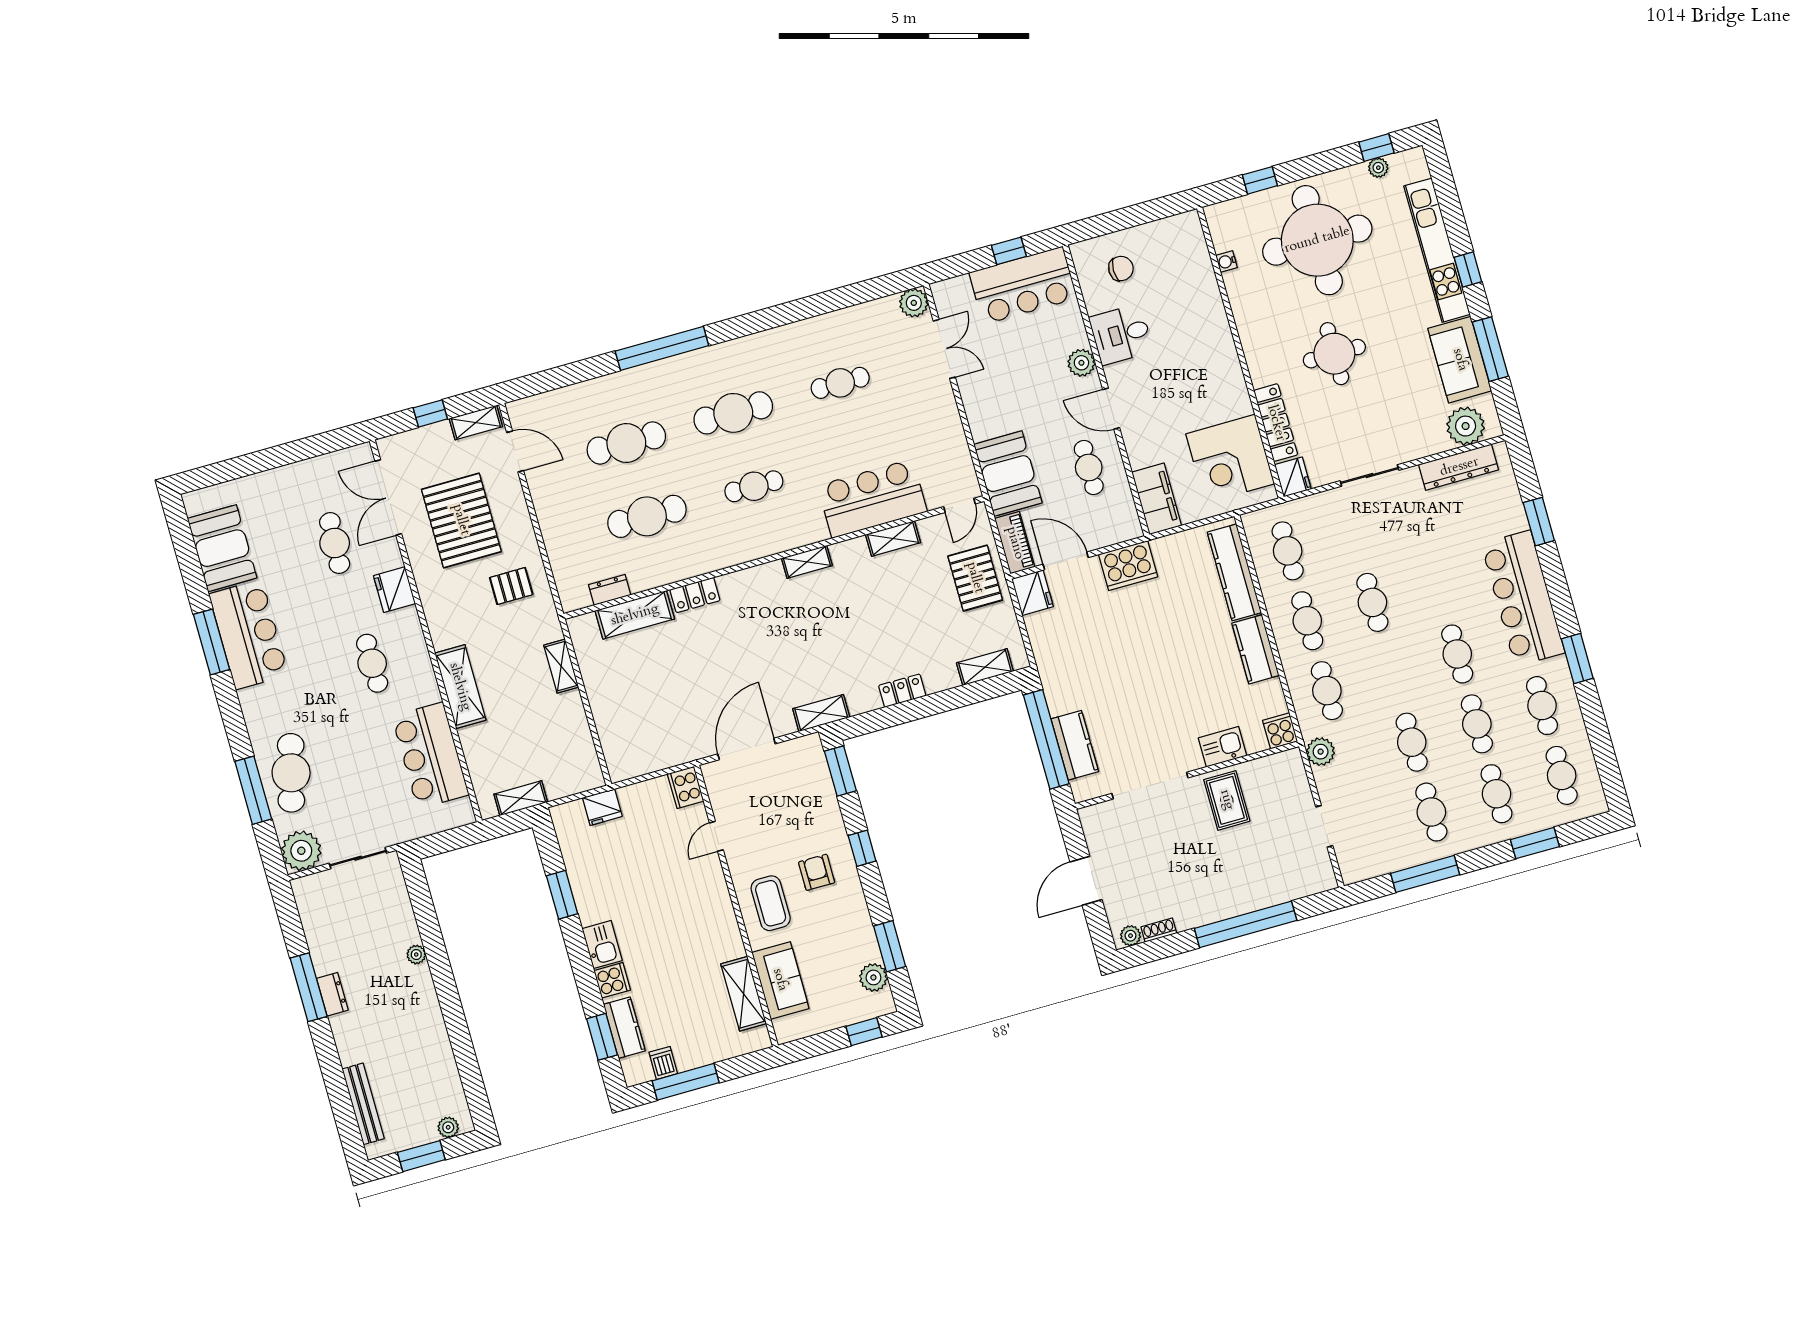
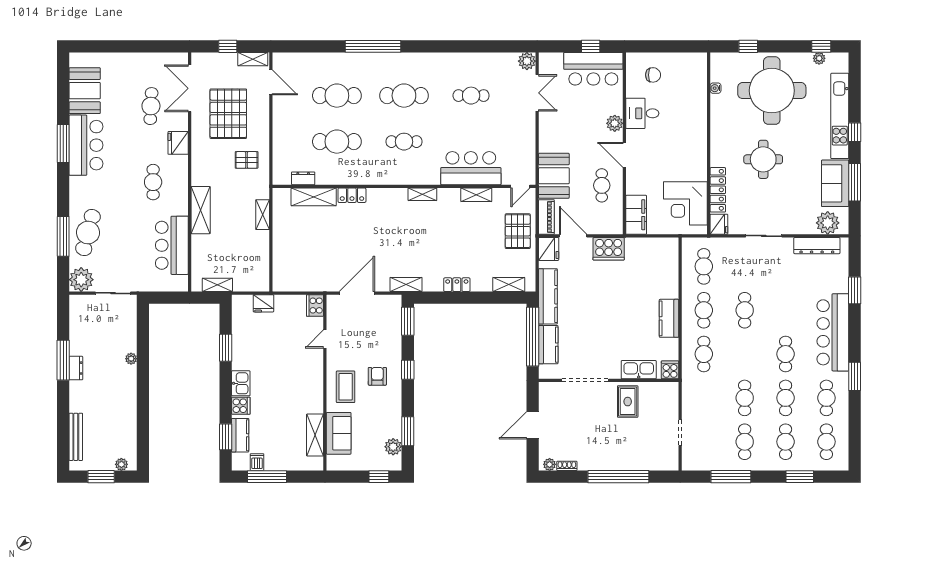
kitchen counter: (1234, 572) -> (548, 296), moved, turned 180
kitchen sink: (1223, 747) -> (639, 370), width x1.38
plant: (1321, 752) -> (690, 388), removed

